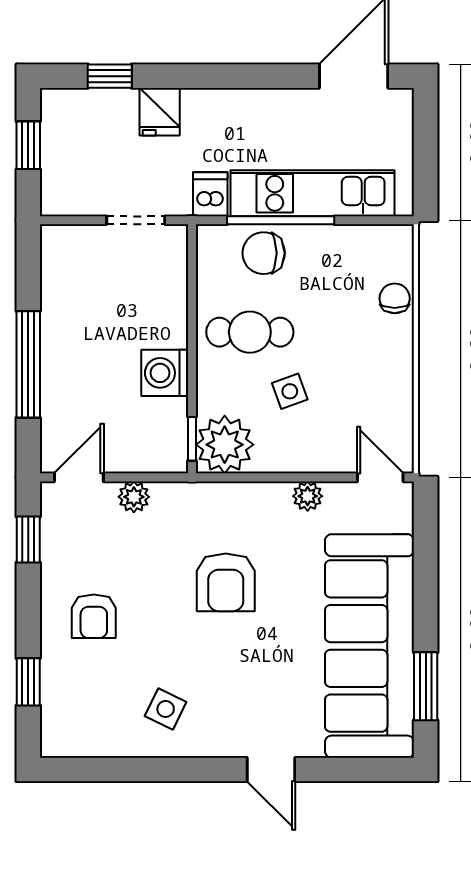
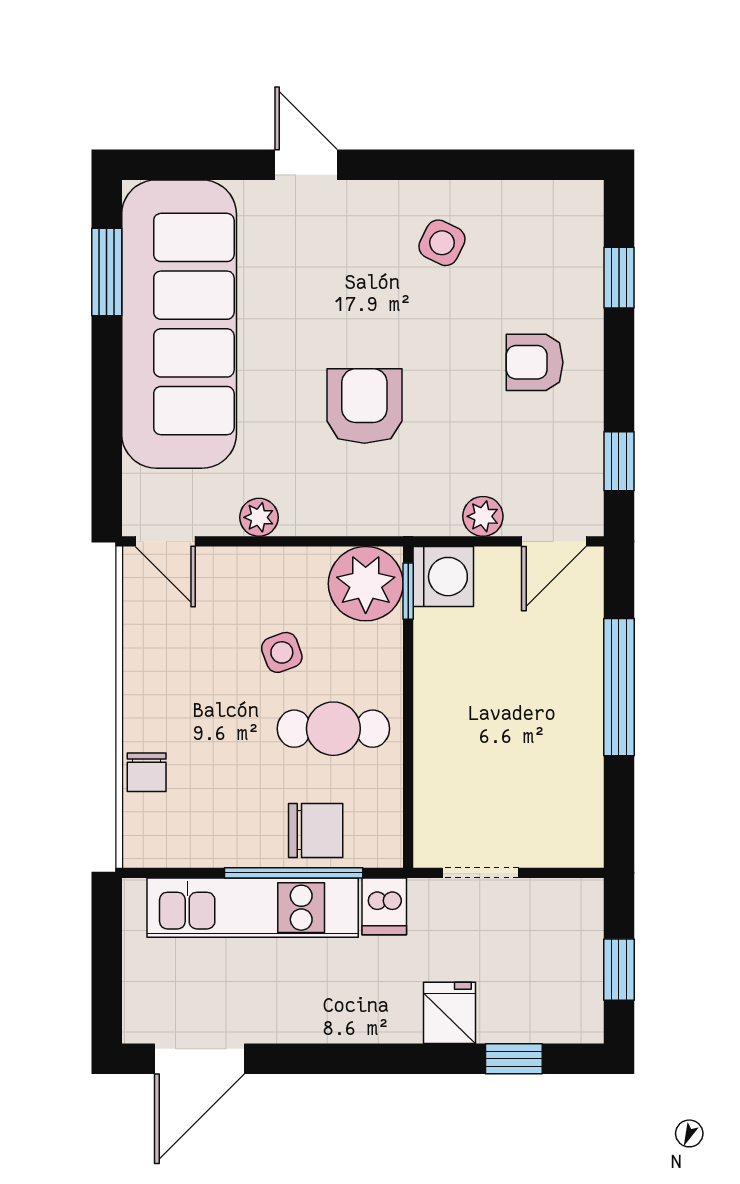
washing machine: (165, 373) -> (443, 577), moved
armchair: (94, 616) -> (535, 362), turned -90

